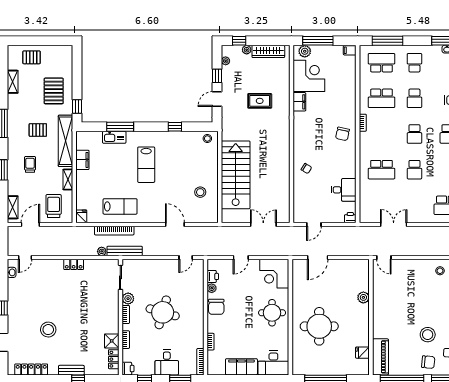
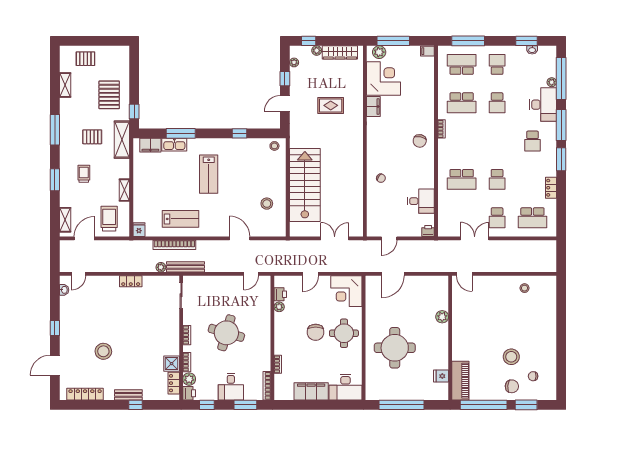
school desk: (414, 134) -> (497, 218), moved
shelving: (65, 141) -> (122, 140), width x0.68
filing cabinet: (82, 160) -> (150, 145), moved, turned 90
plant: (128, 299) -> (189, 379), moved
chair: (216, 307) -> (316, 332), moved

